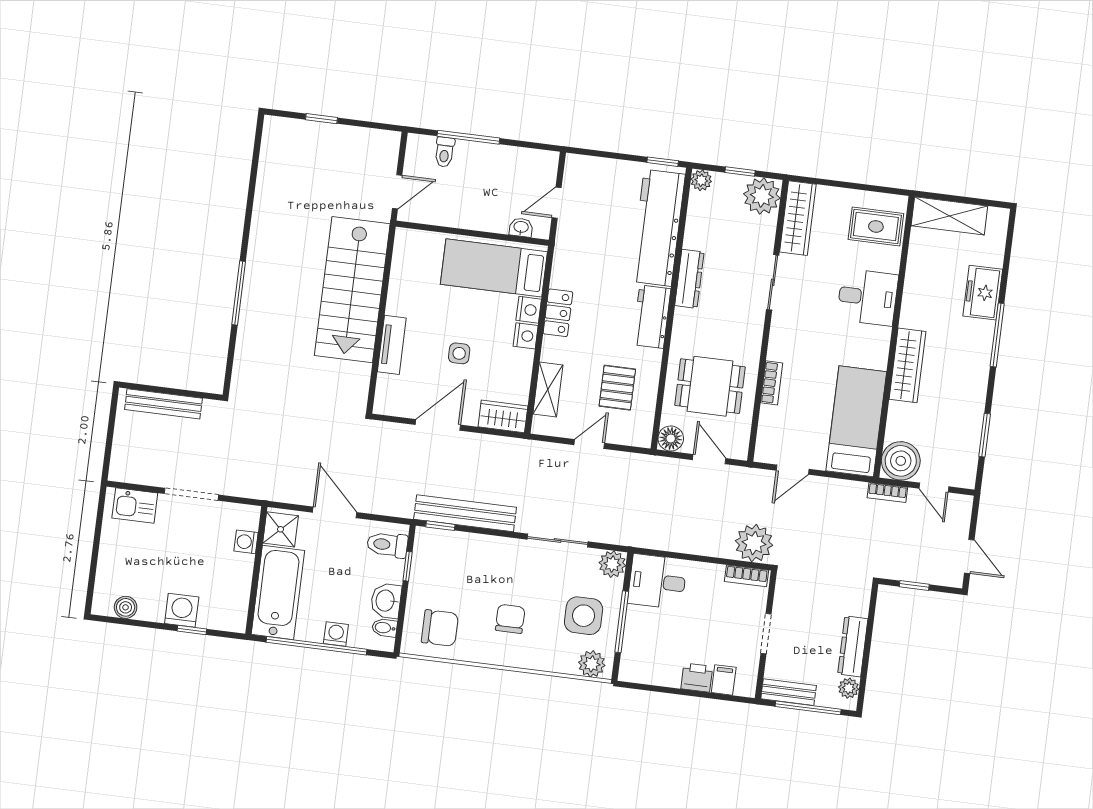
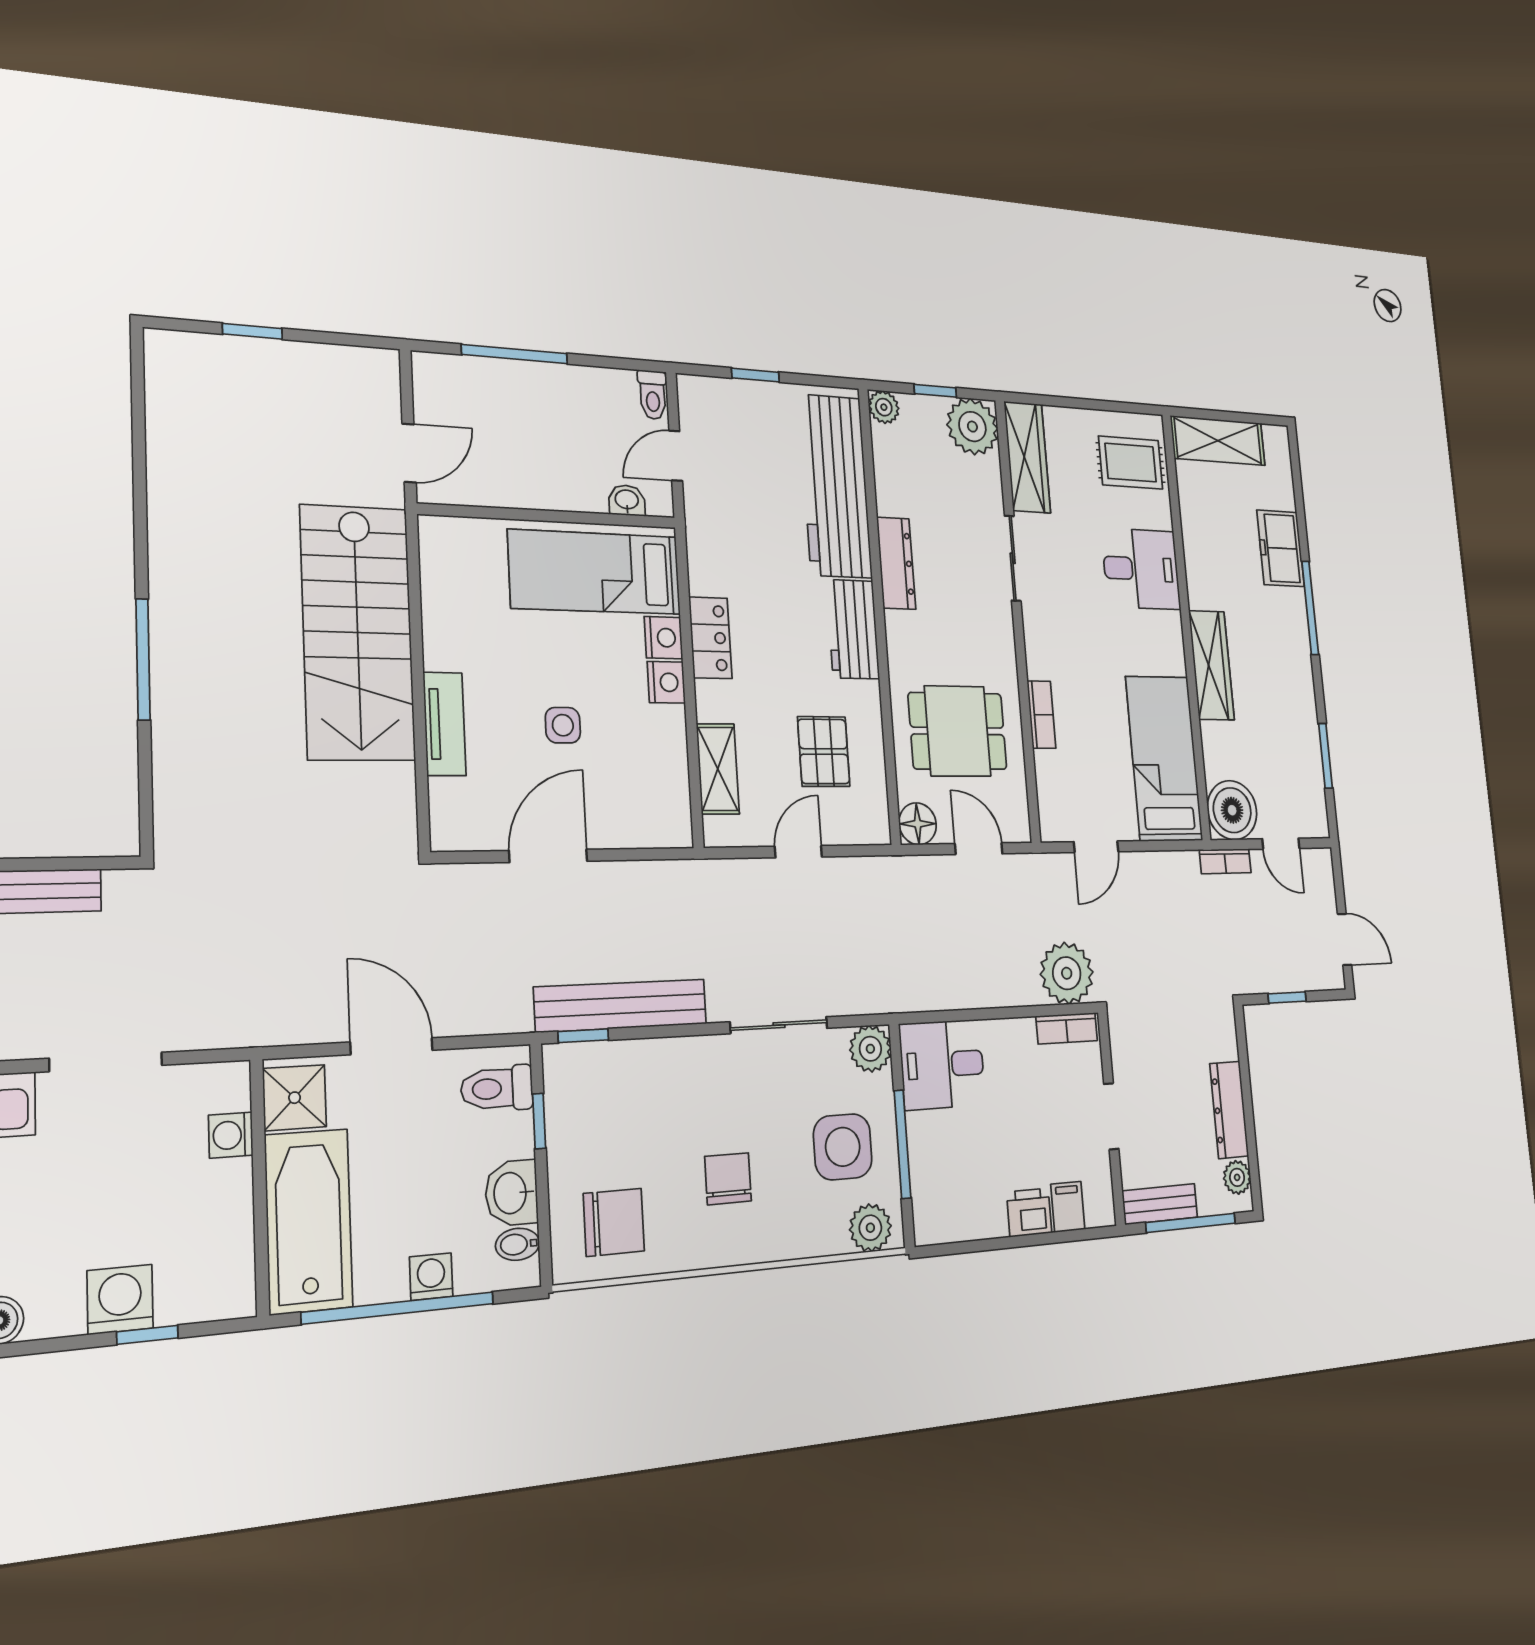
toilet: (445, 152) -> (653, 395), moved
window: (663, 162) -> (755, 375), moved
wardrobe: (503, 416) -> (654, 825), removed

